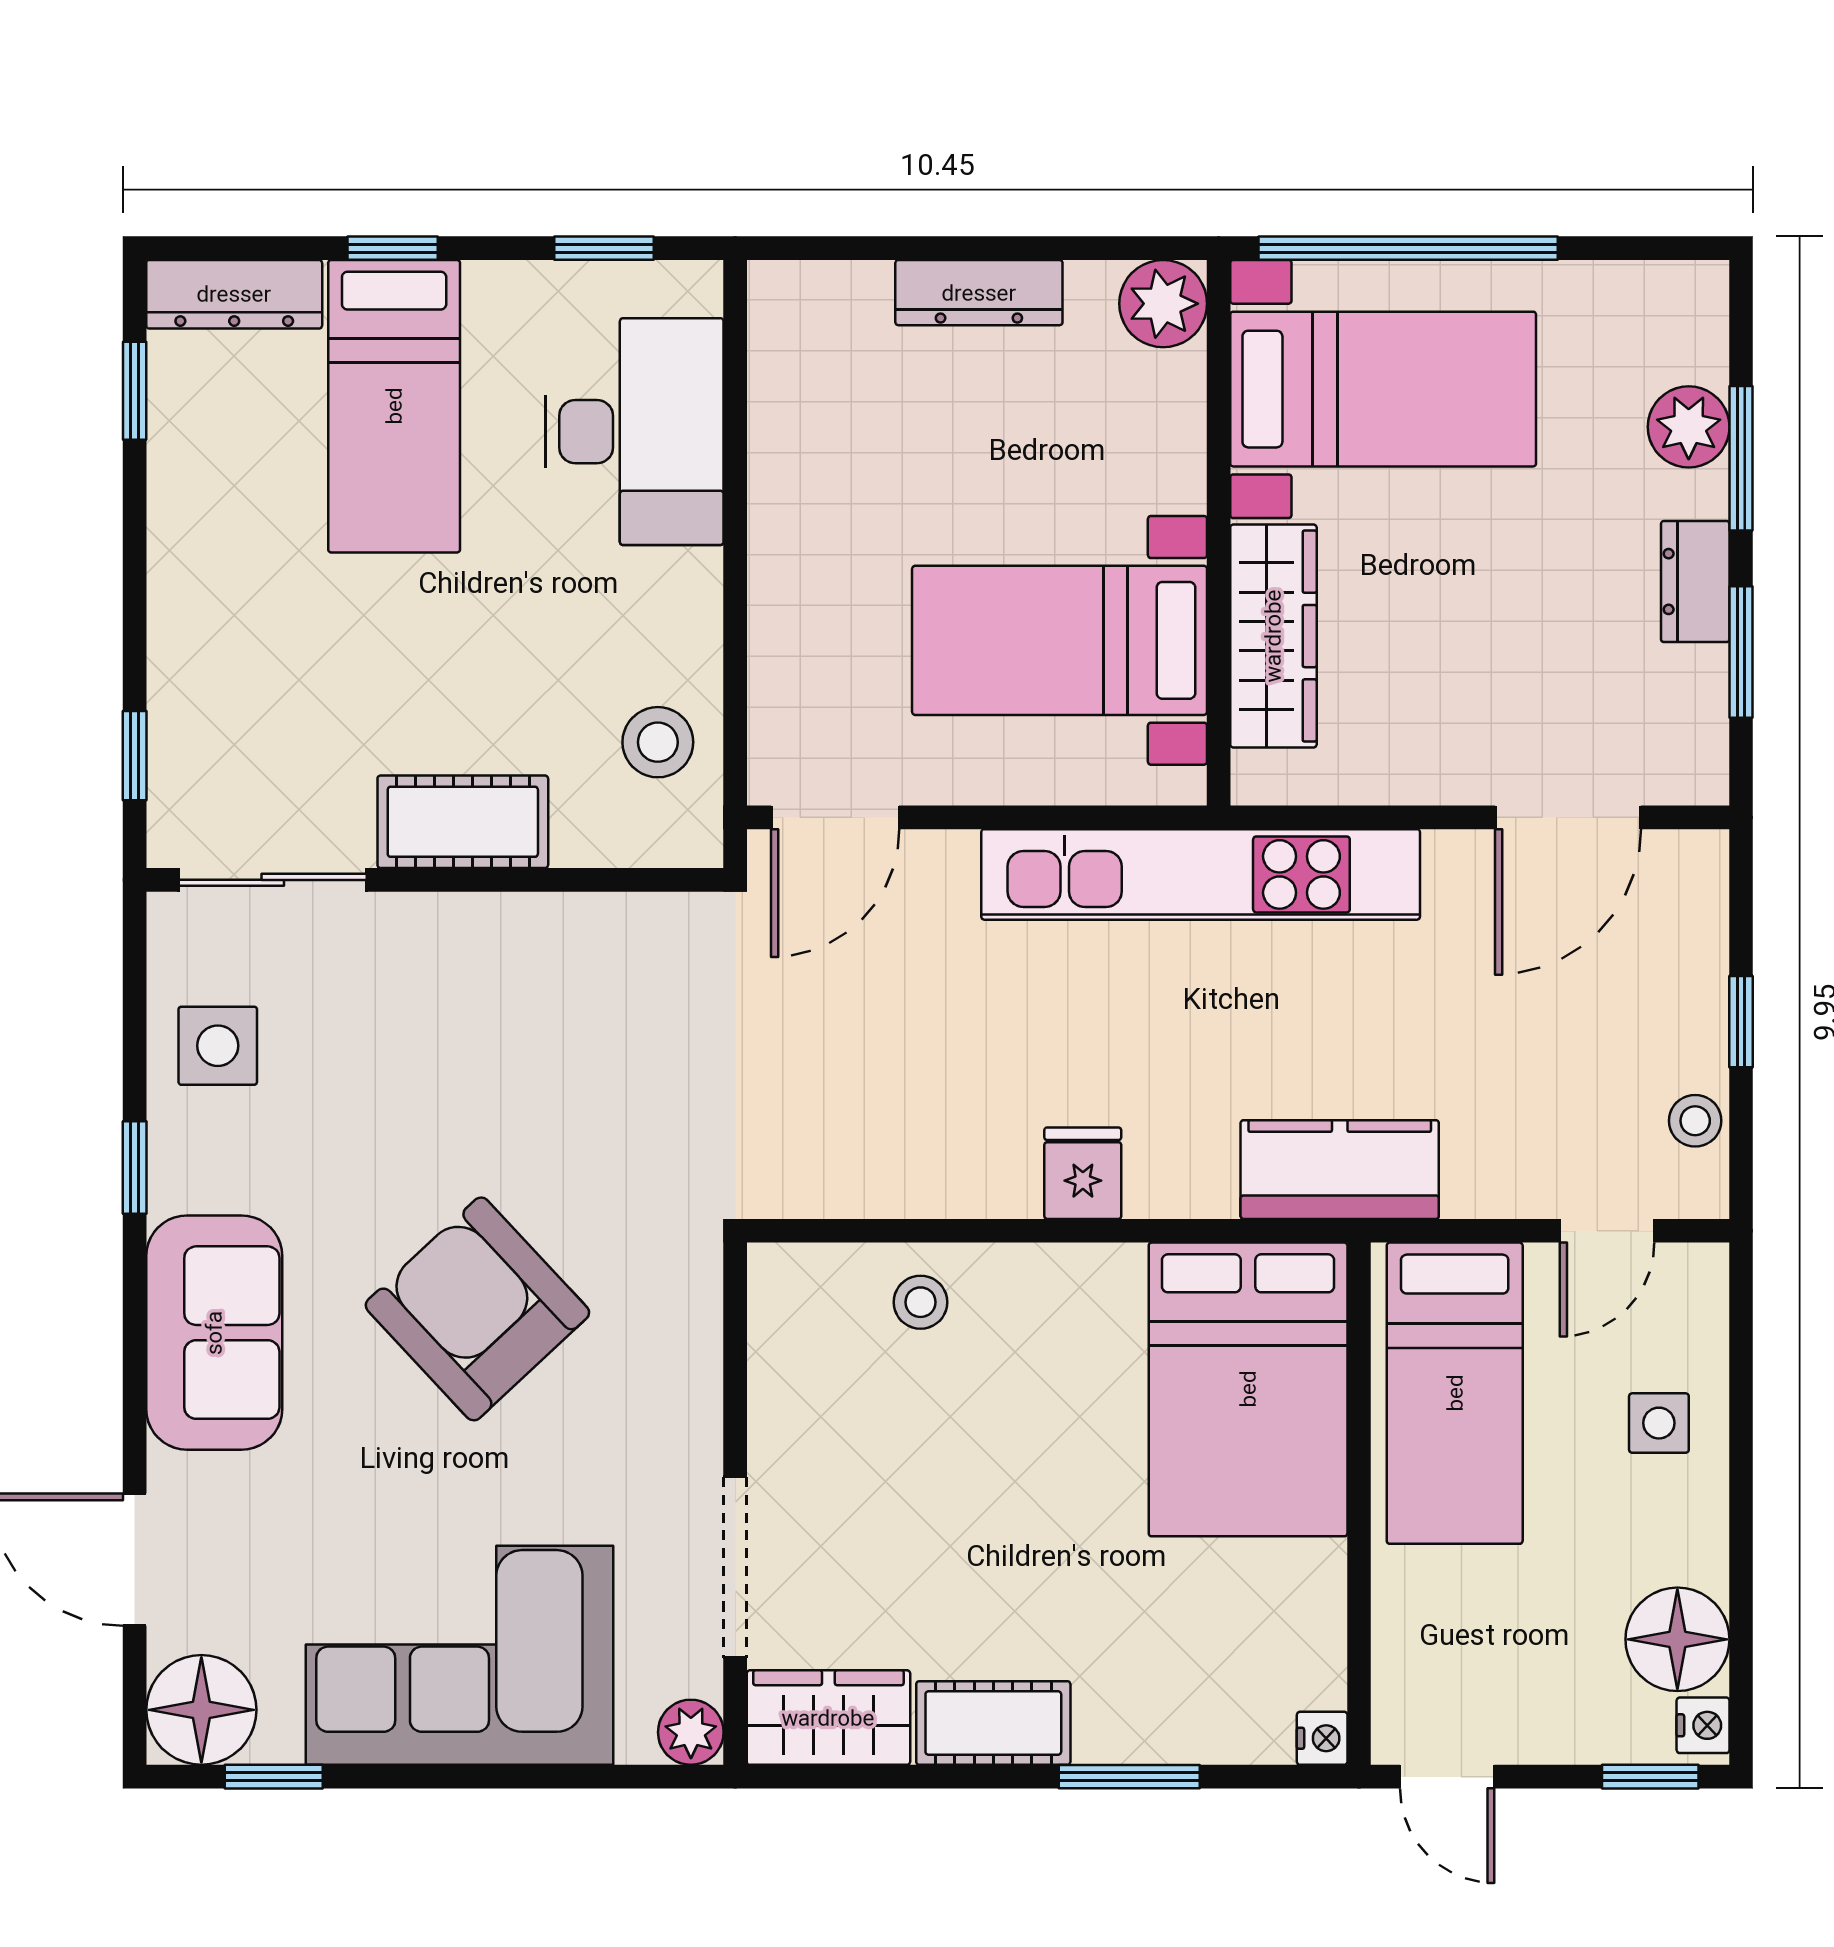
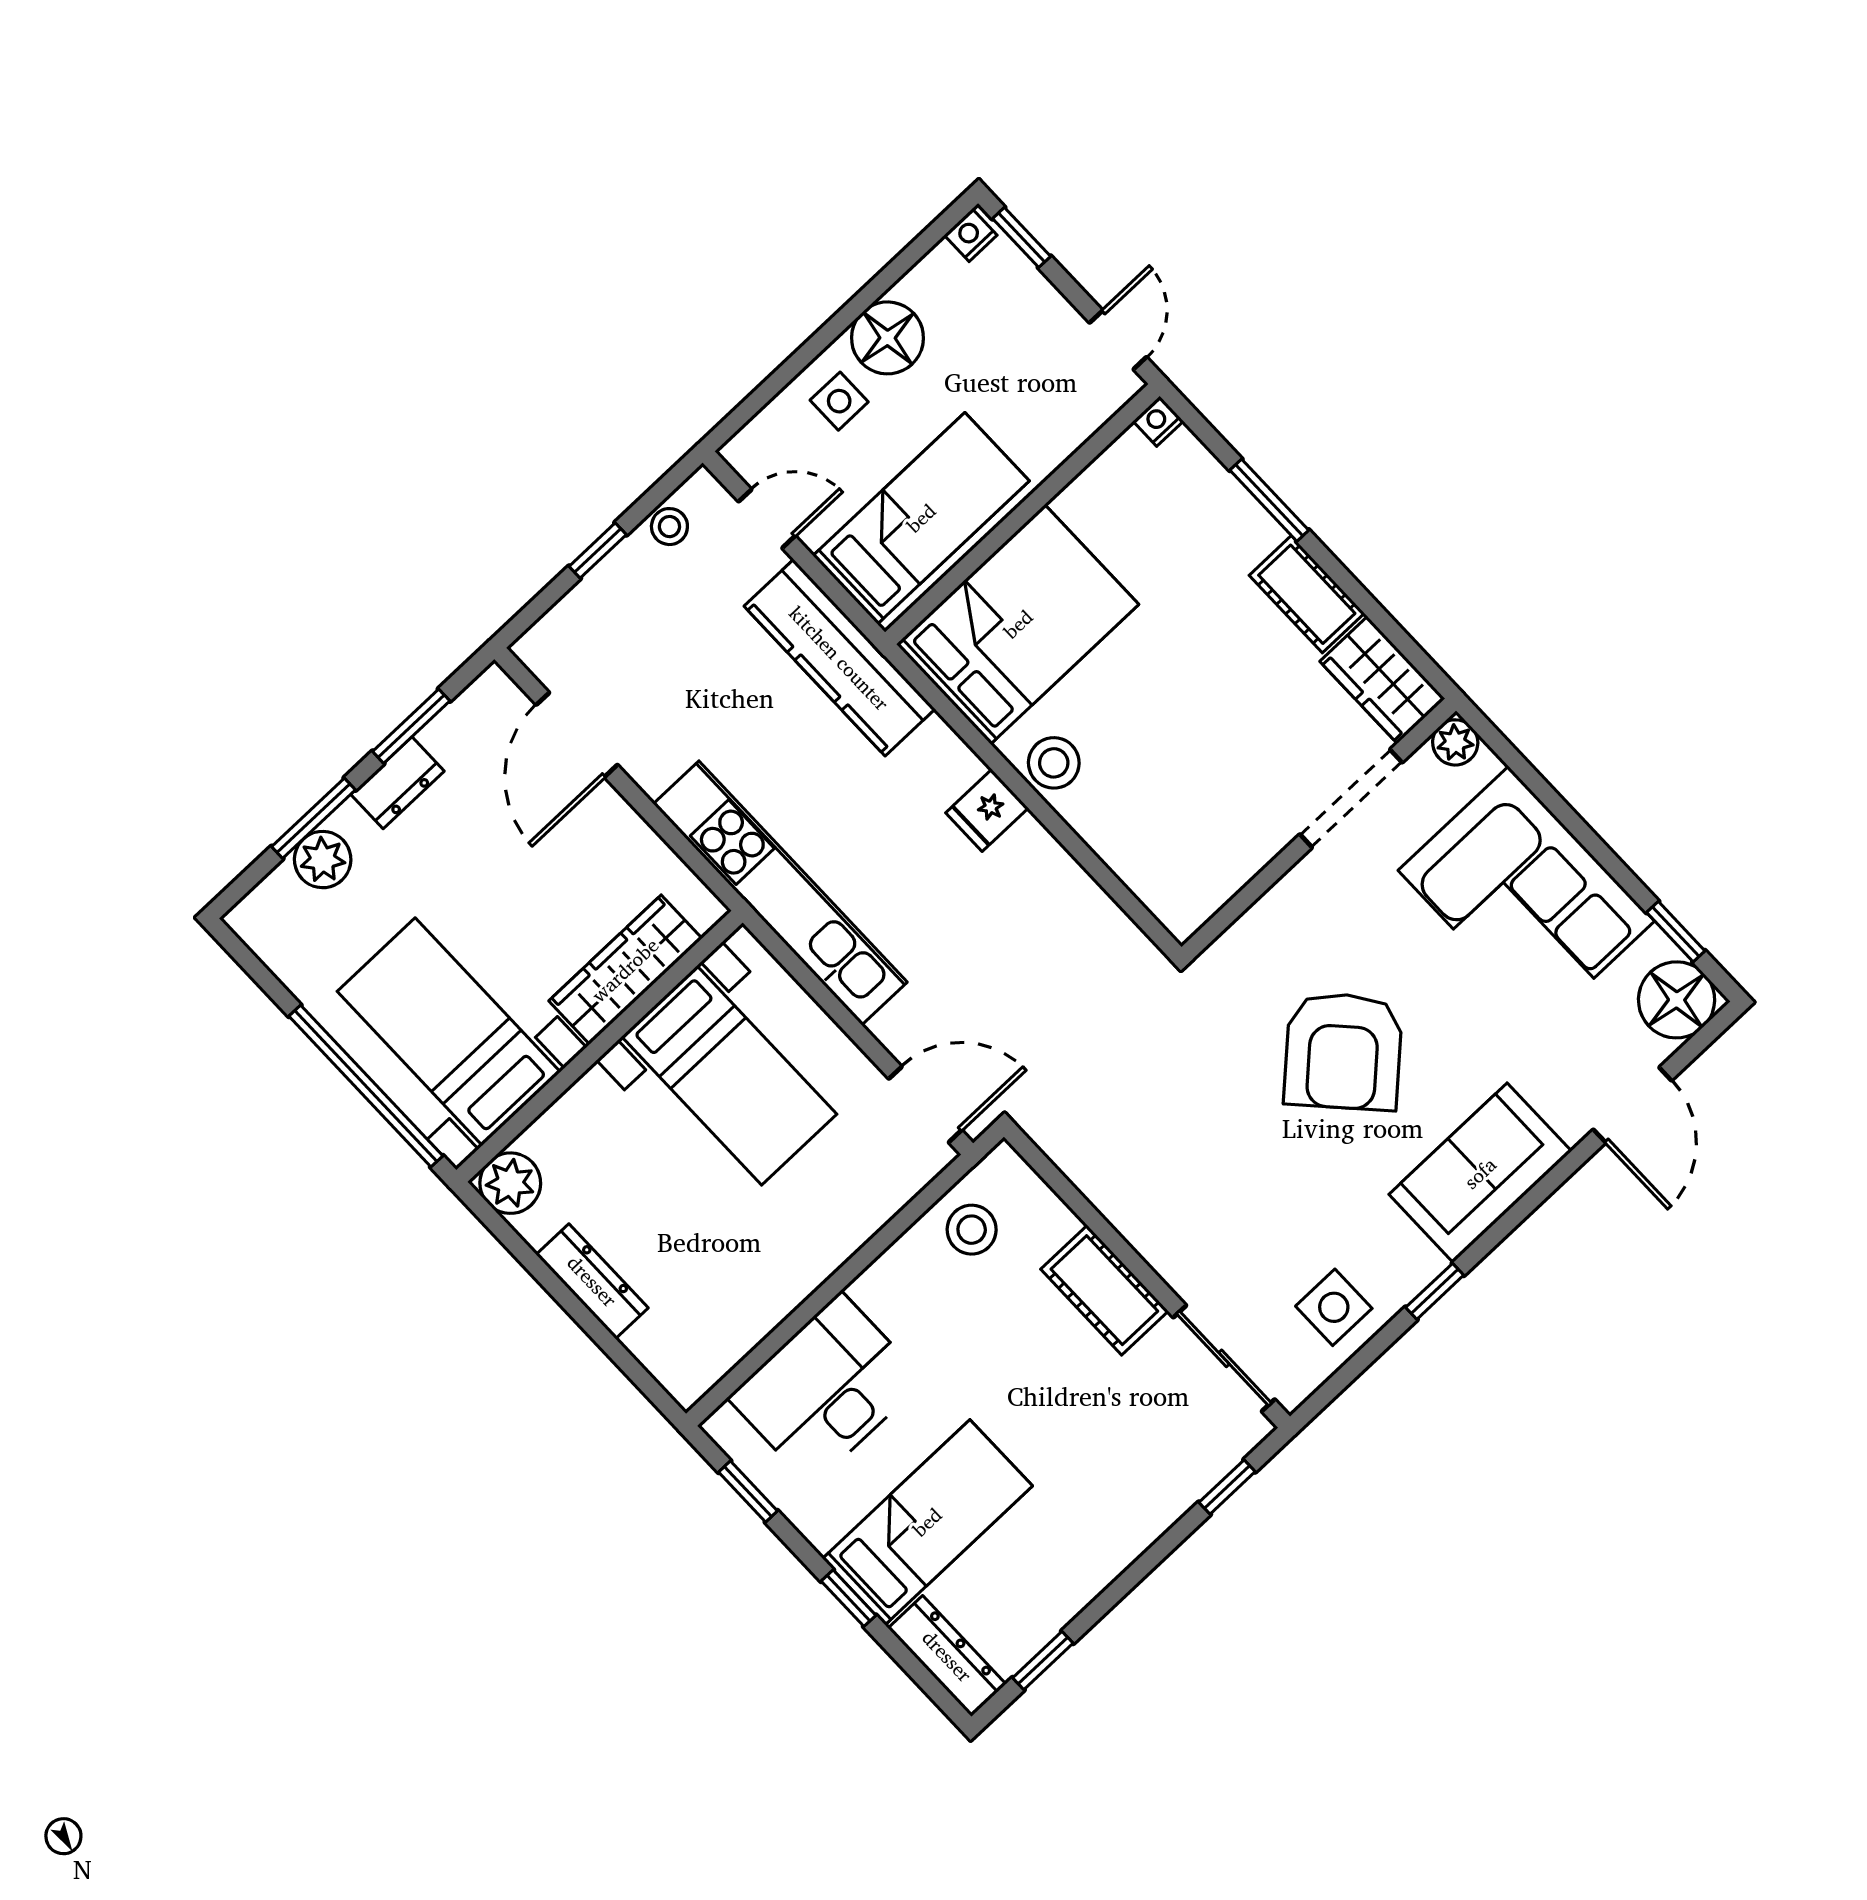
door: (1568, 817) -> (577, 735), swing flipped
kitchen counter: (1340, 1170) -> (839, 658), width x1.50
stool: (920, 1302) -> (1054, 763), moved, width x1.37, depth x1.37
floor lamp: (1677, 1639) -> (887, 338), moved

